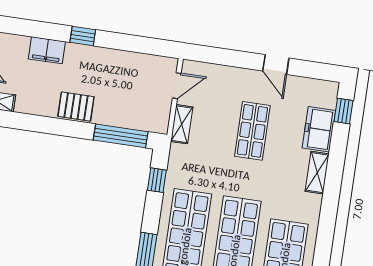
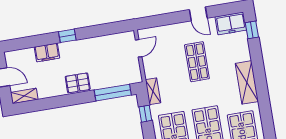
shelving: (182, 124) -> (153, 91), moved
freezer: (319, 129) -> (231, 23), moved, turned -90
shelving: (317, 173) -> (247, 82), width x1.50, depth x1.33

